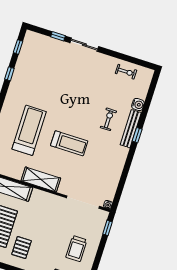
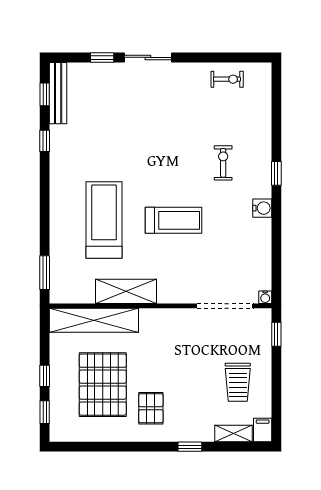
water cooler: (138, 105) -> (262, 208), moved
bench: (131, 129) -> (58, 93), moved
shelving: (41, 179) -> (126, 291), moved

